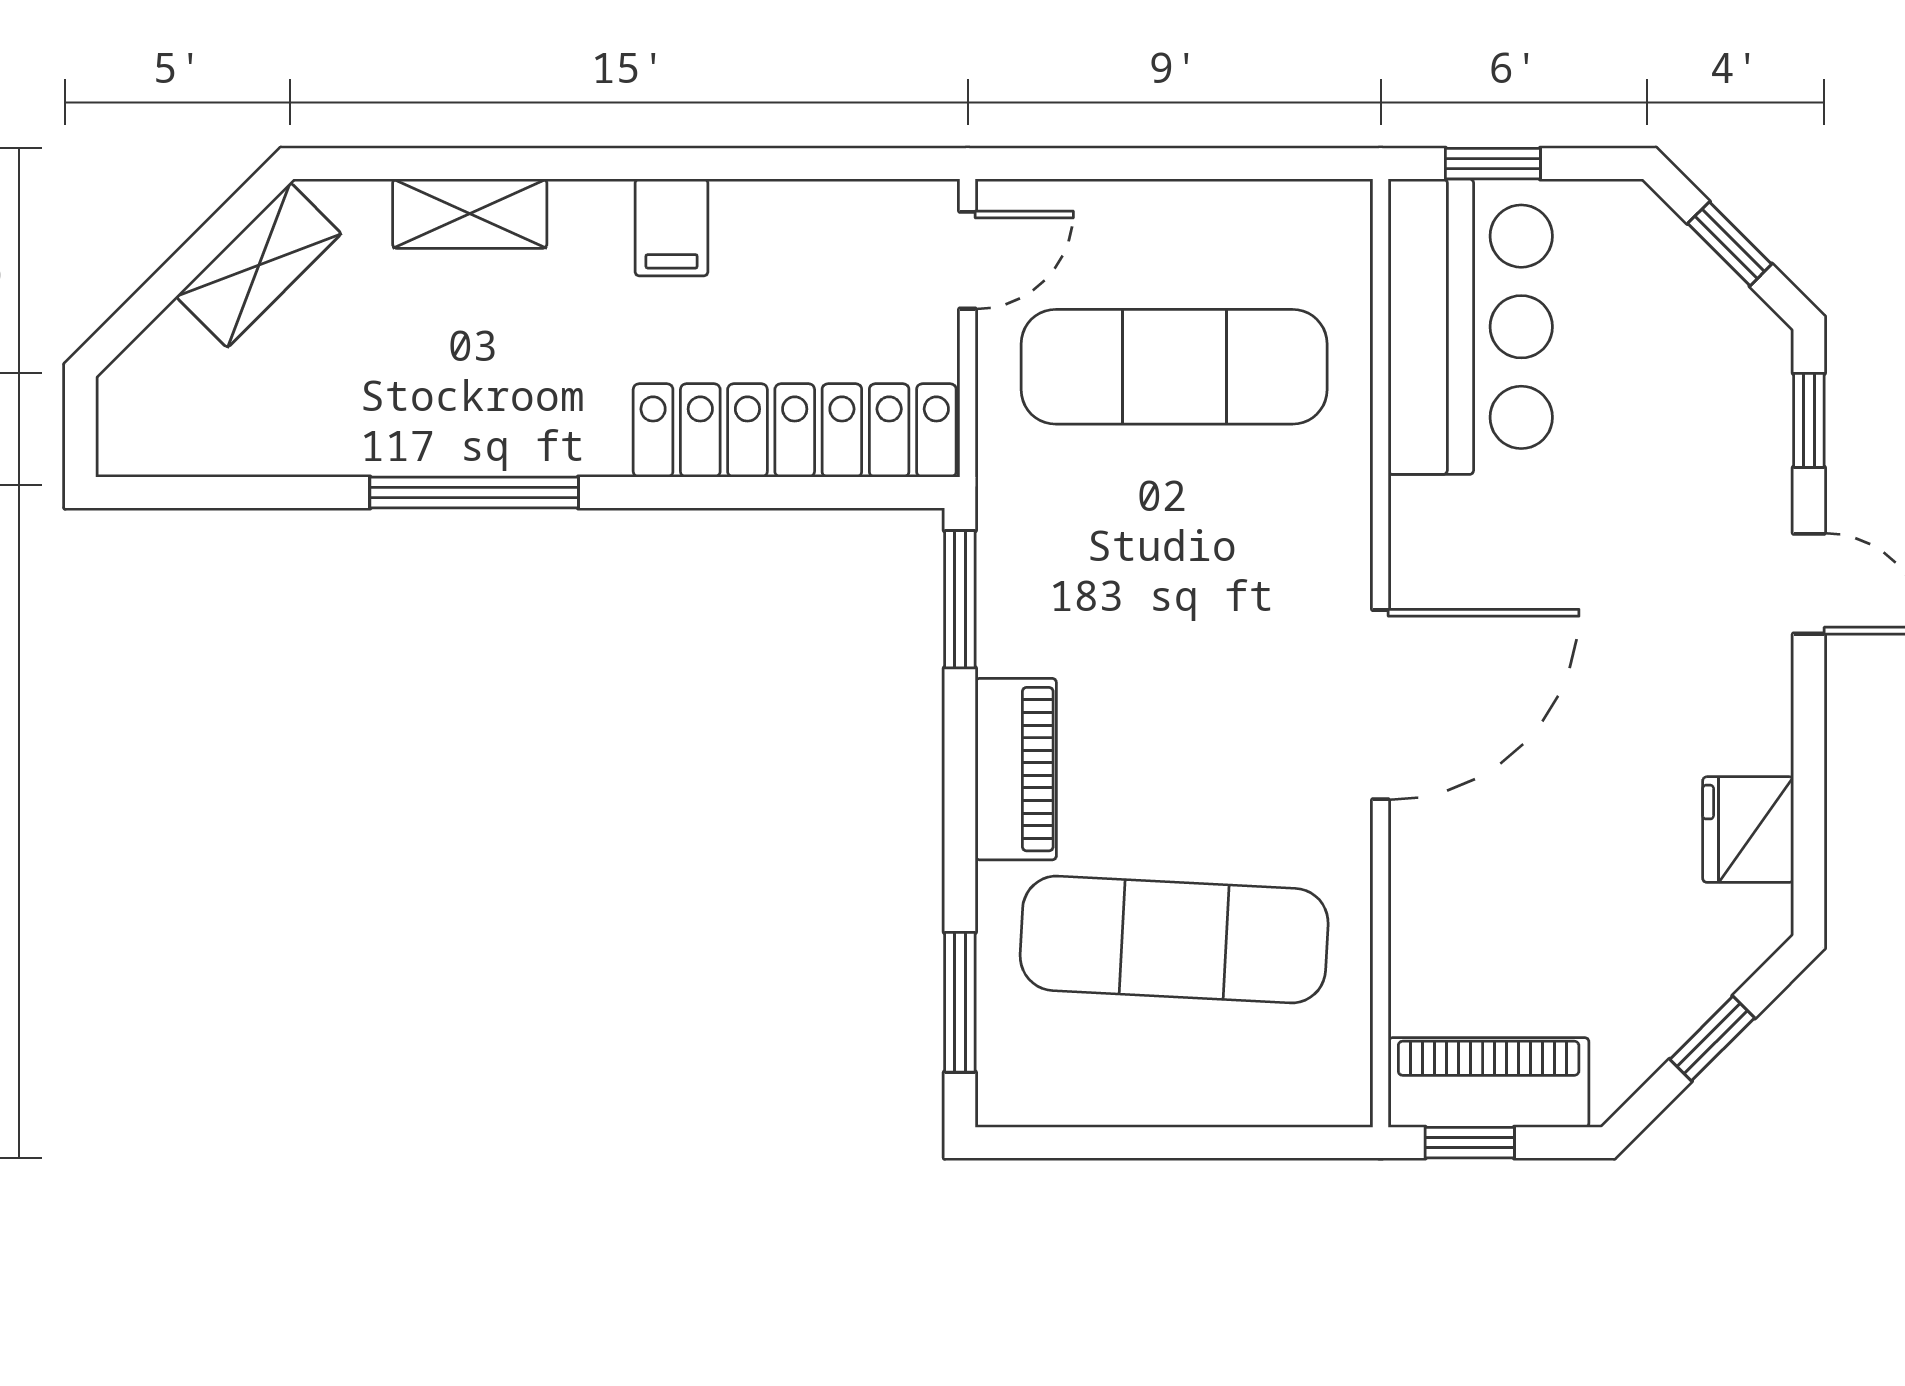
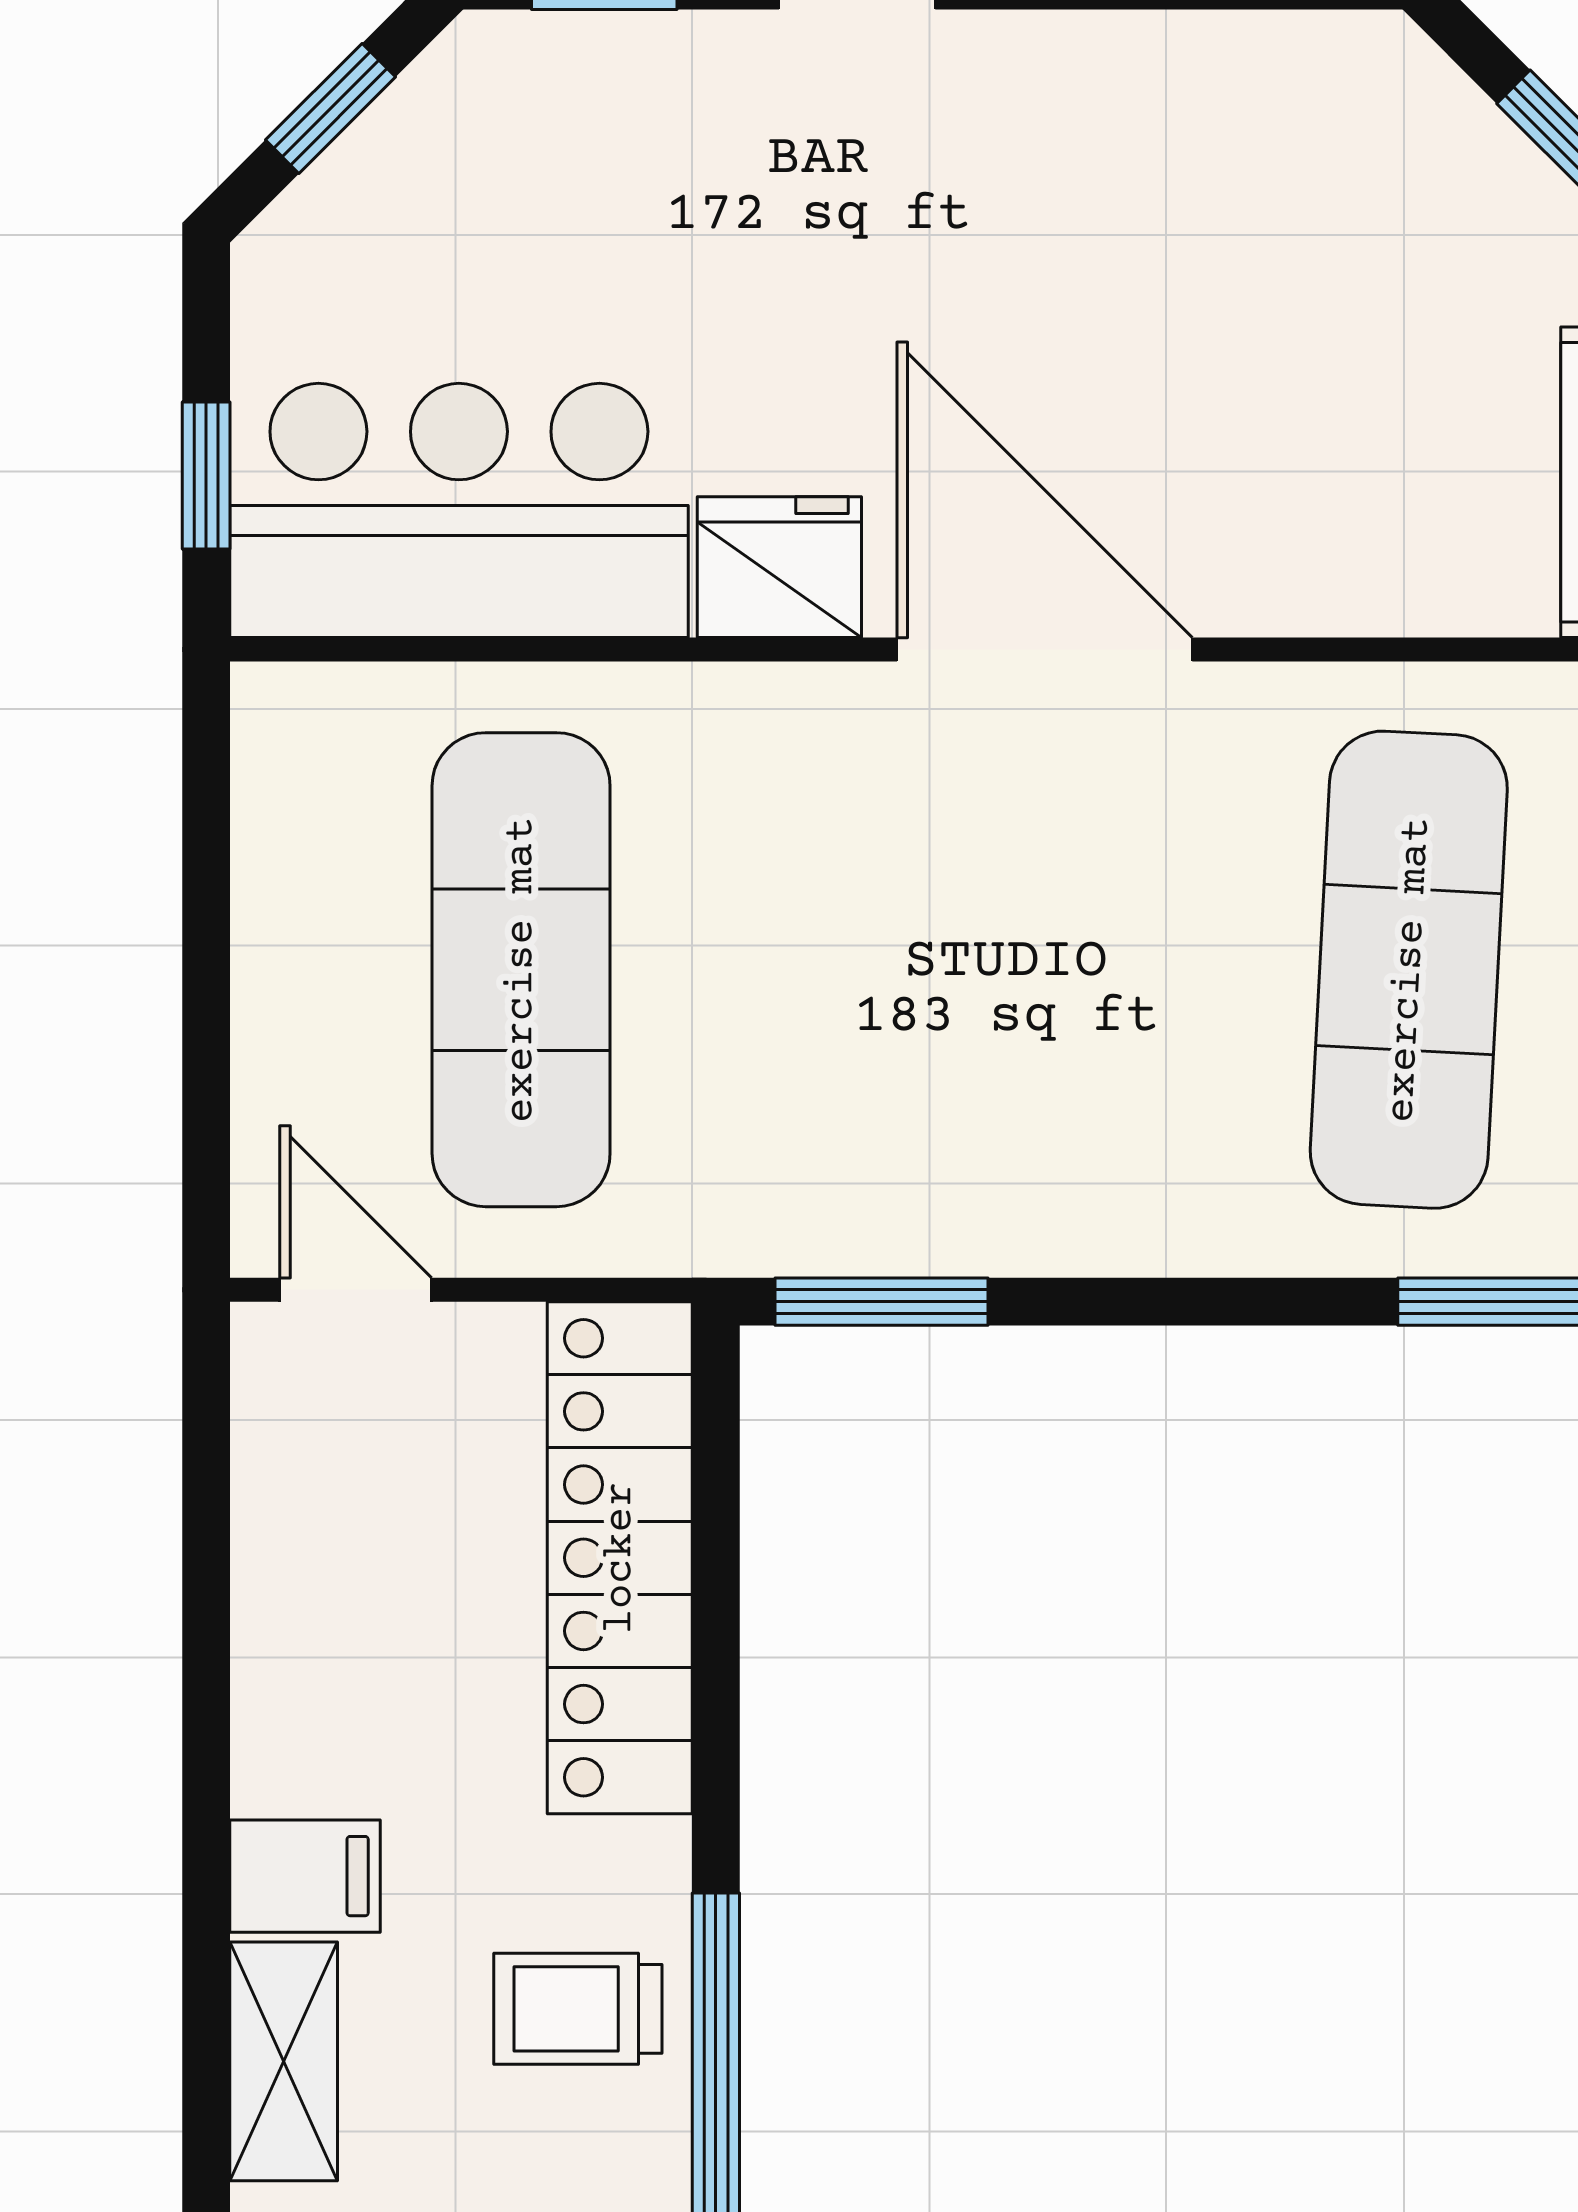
filing cabinet: (672, 227) -> (305, 1876), moved
trolley: (504, 403) -> (578, 2009), added
piano: (1016, 769) -> (1145, 1215), removed
fridge: (1748, 830) -> (779, 567), moved, turned 180

